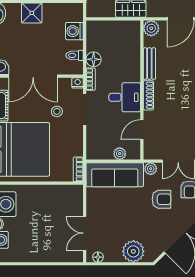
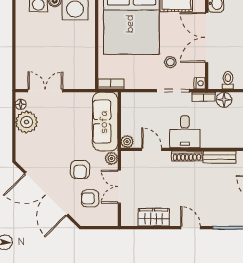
plant: (120, 154) -> (127, 142), moved
plant: (133, 251) -> (27, 122), moved

